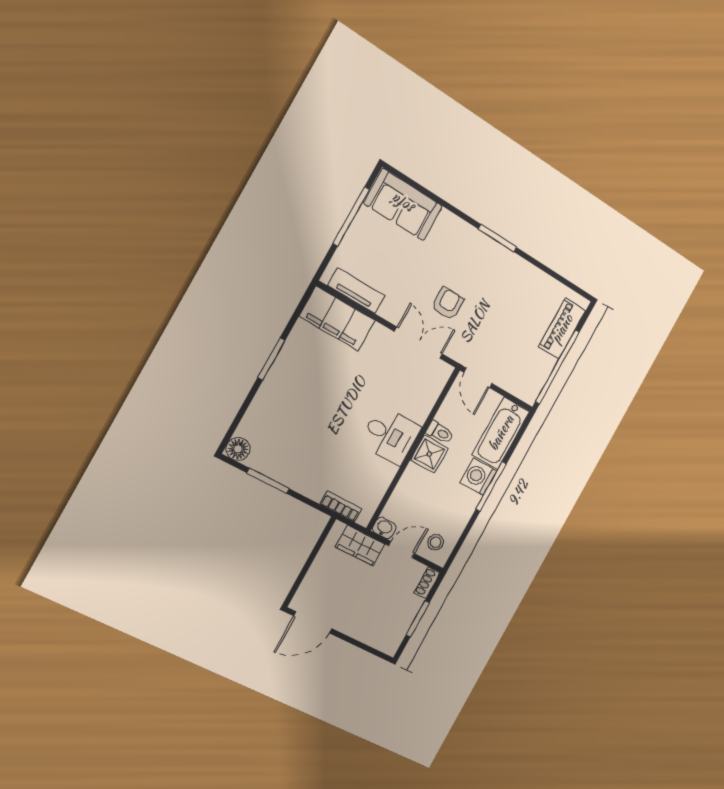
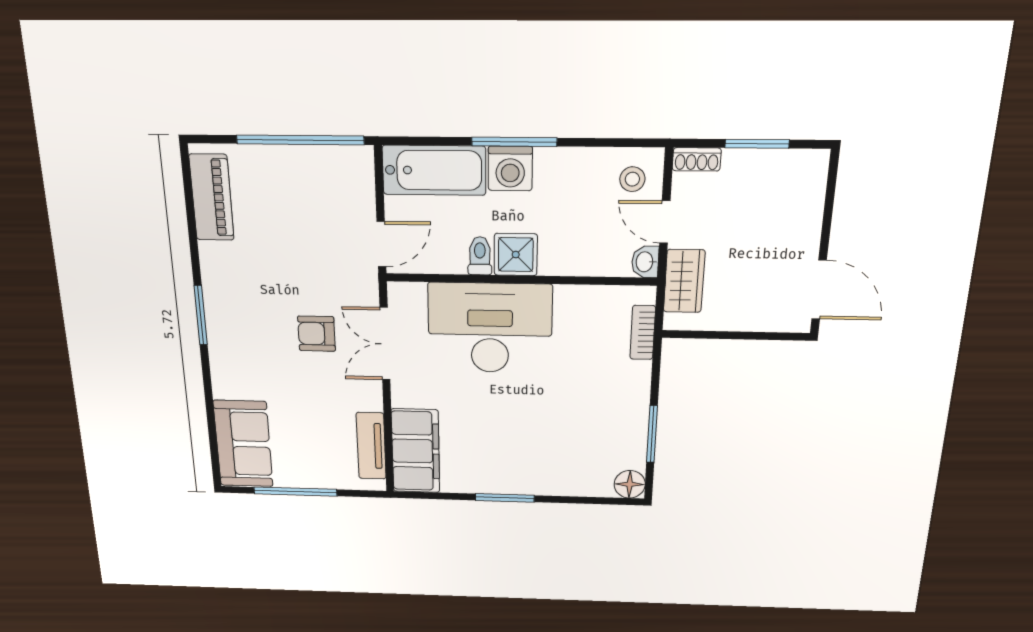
piano: (562, 329) -> (212, 197), moved, turned -90
desk: (390, 435) -> (490, 328), width x1.87, depth x1.30

